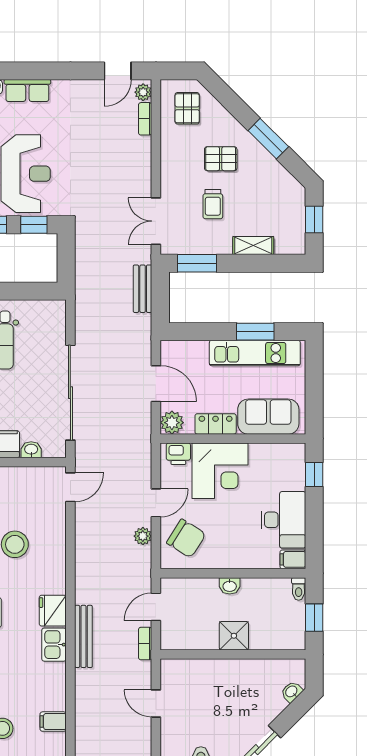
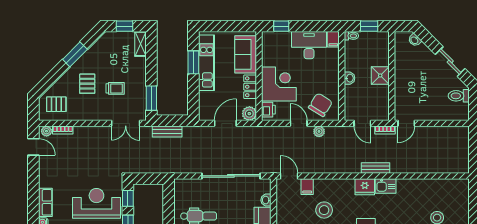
shelving: (253, 246) -> (141, 44), moved
bench: (83, 636) -> (376, 168), width x0.73
door: (156, 703) -> (406, 123), moved
filing cabinet: (53, 722) -> (307, 187), moved

